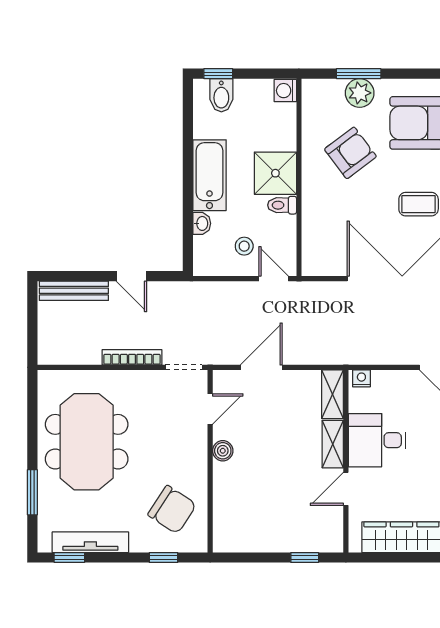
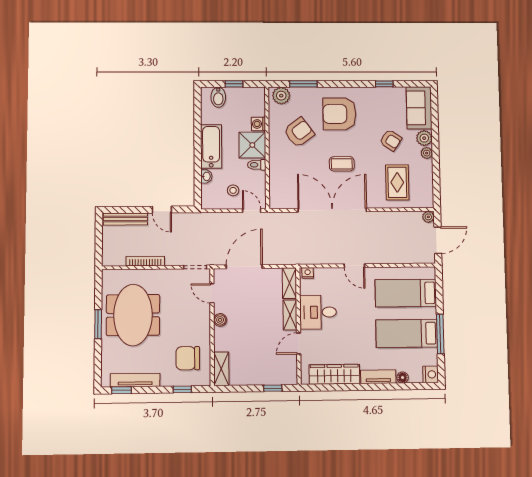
window: (218, 74) -> (234, 84), moved
washing machine: (285, 91) -> (258, 124), moved
plant: (360, 93) -> (281, 96), moved
bookcase: (132, 357) -> (145, 261), moved
door: (261, 367) -> (244, 267), width x1.36
door: (210, 409) -> (212, 293), swing flipped
window: (32, 492) -> (98, 324), moved
chair: (172, 510) -> (188, 358), turned 147
shelving: (224, 527) -> (221, 369), added

